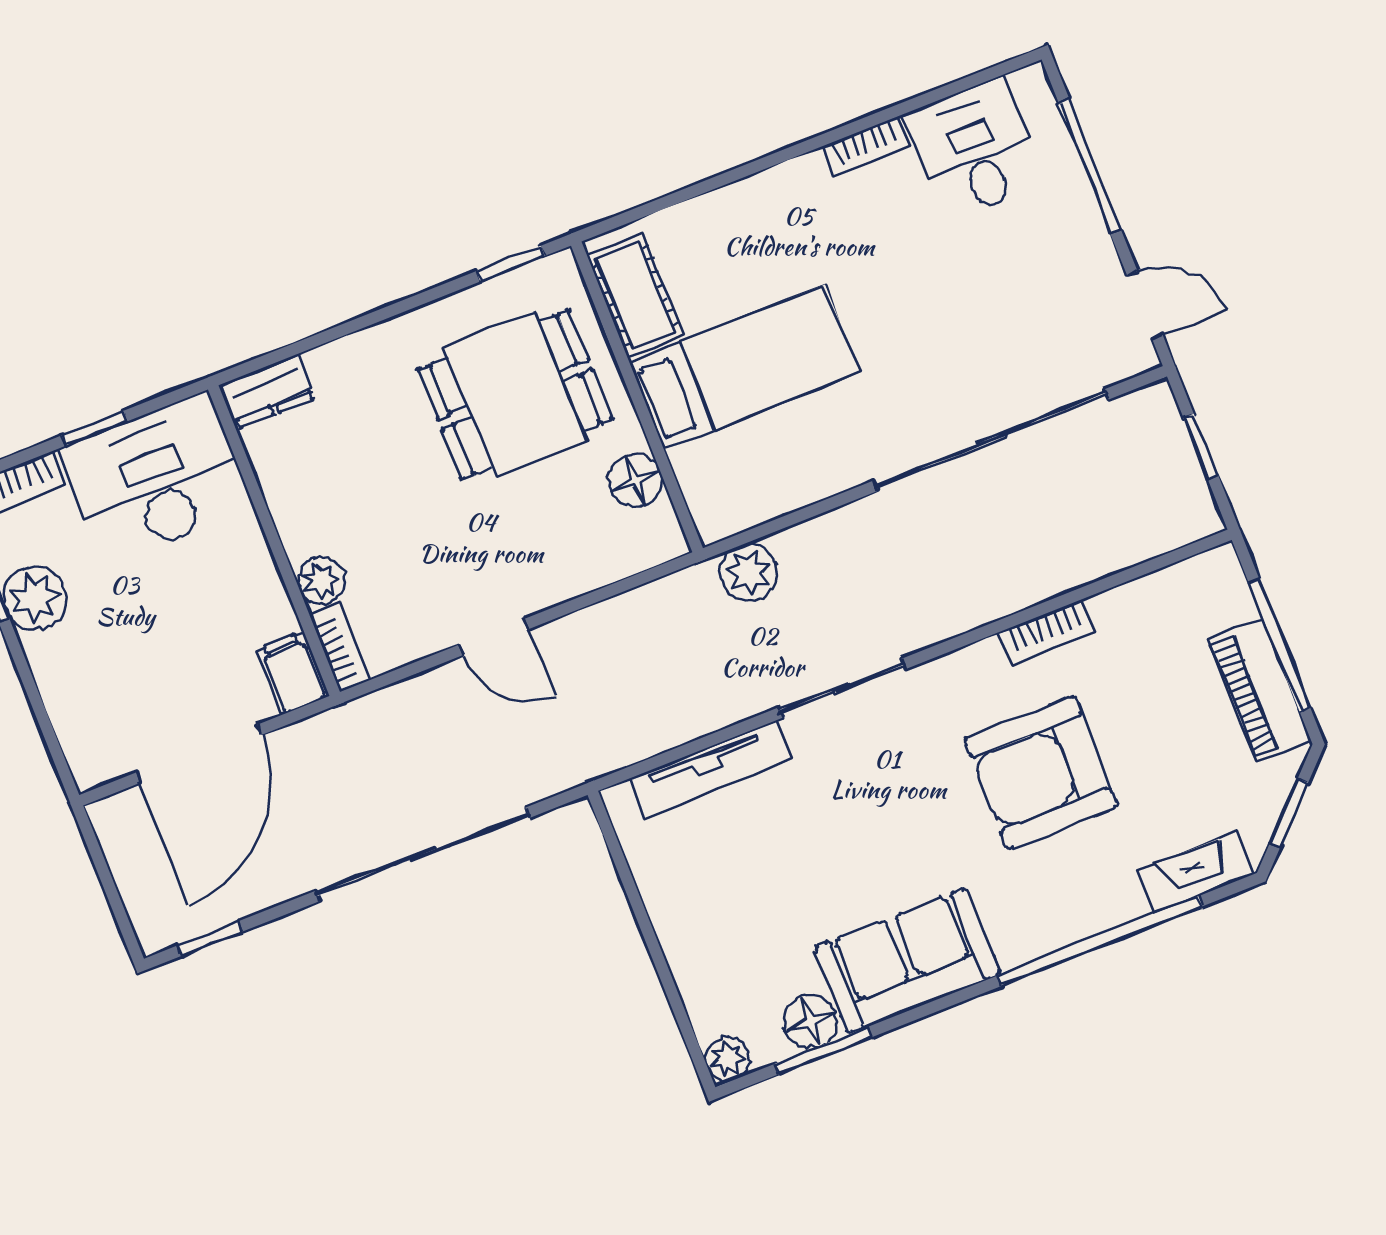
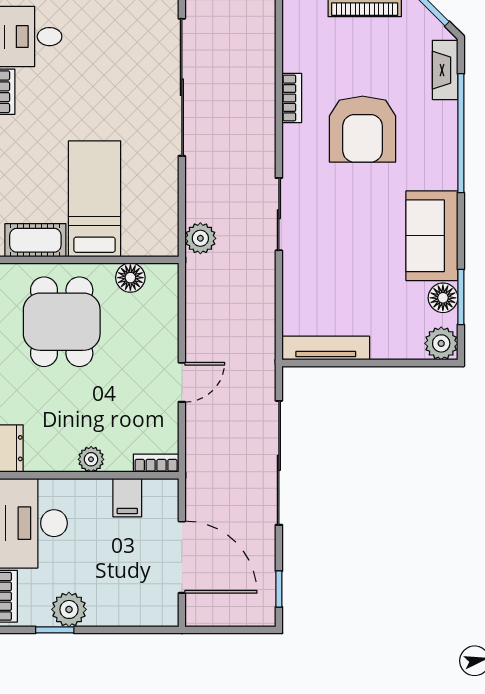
plant: (321, 581) -> (91, 459), moved
filing cabinet: (292, 673) -> (127, 498), moved, turned -90
tv unit: (710, 770) -> (326, 348), moved, turned -90
plant: (728, 1059) -> (441, 343), width x1.38, depth x1.38

